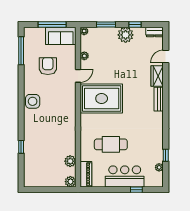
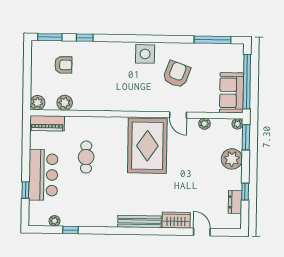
window: (52, 24) -> (247, 82), width x1.46
window: (106, 24) -> (246, 137), moved
dresser: (155, 32) -> (235, 202), moved
plant: (126, 35) -> (232, 159), moved
armchair: (48, 66) -> (177, 74), moved, turned -70
bench: (159, 99) -> (139, 222), width x1.36
cafe table: (111, 144) -> (86, 157), width x0.73, depth x0.74
armchair: (42, 163) -> (63, 65), added
window: (21, 173) -> (50, 37), added

